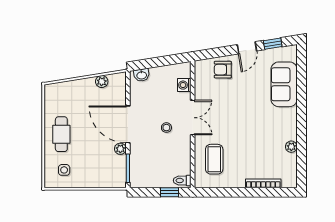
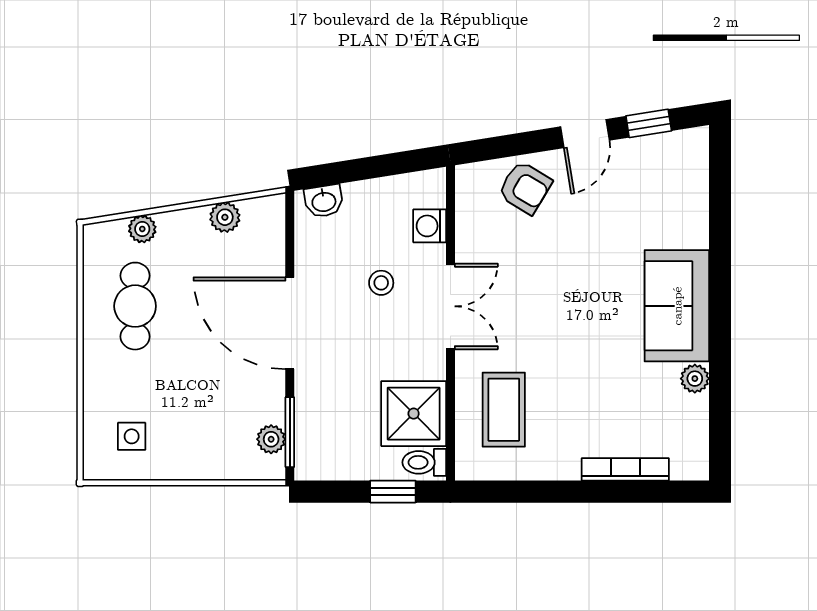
armchair: (223, 70) -> (525, 188), turned -149
sofa: (284, 84) -> (677, 306), moved
plant: (68, 86) -> (142, 229), added
stool: (166, 128) -> (381, 283), moved
cafe table: (61, 134) -> (135, 306), moved
plant: (120, 149) -> (271, 439), moved
shower: (178, 161) -> (414, 414), added

